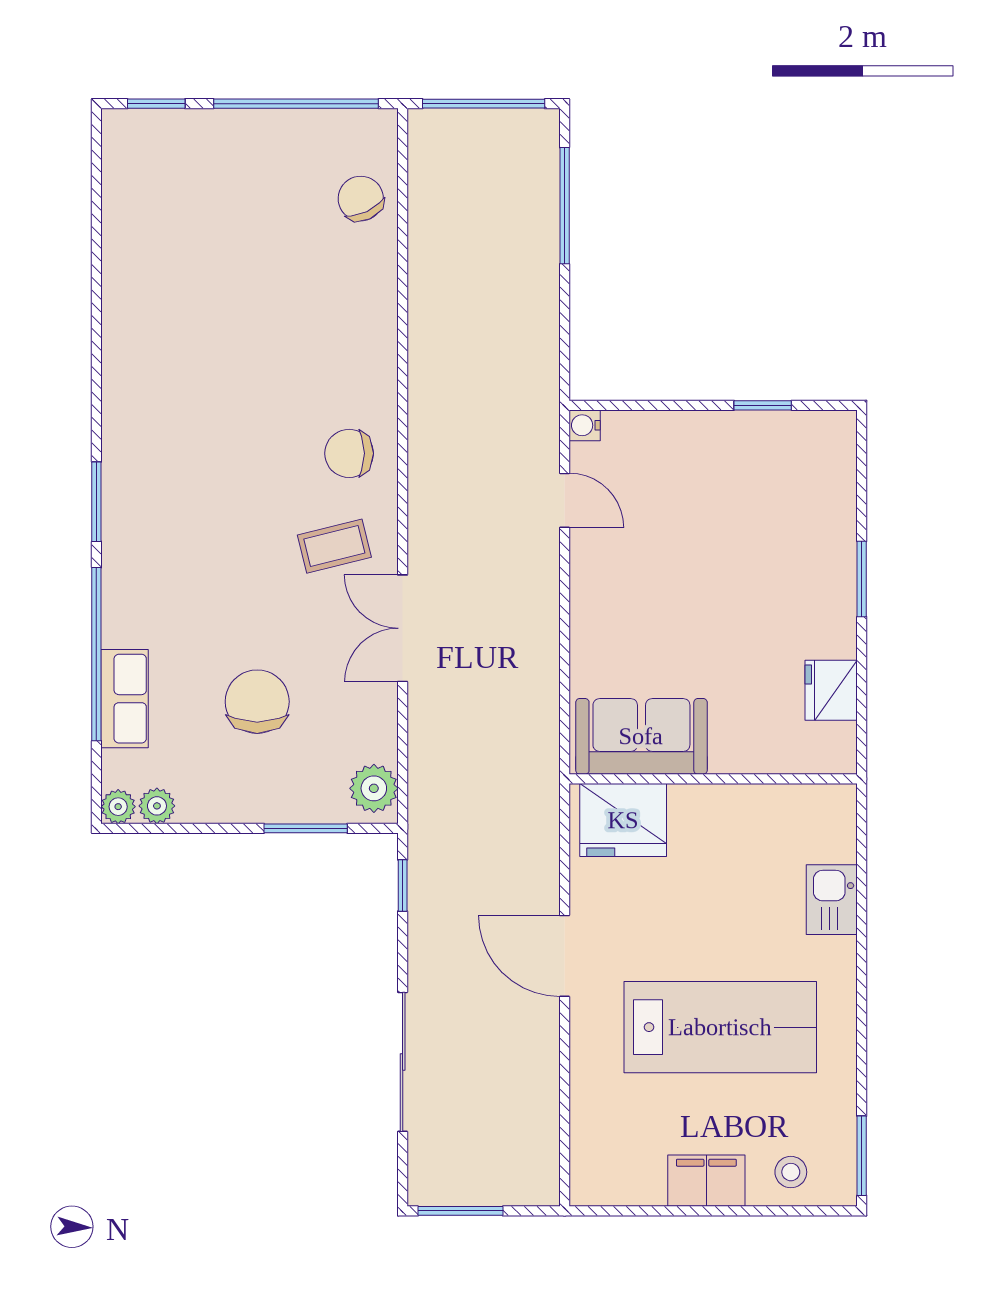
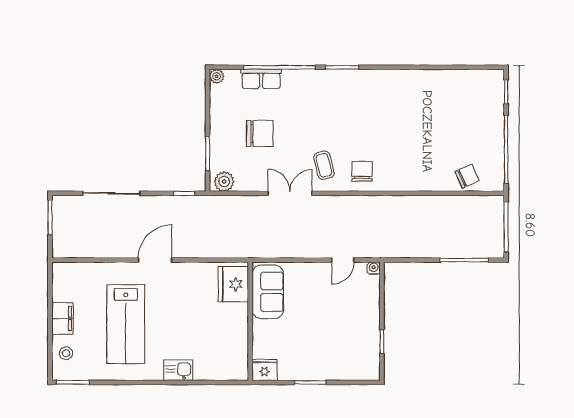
sofa: (641, 736) -> (268, 292), moved
wall: (713, 779) -> (250, 321), moved
plant: (157, 806) -> (217, 92), removed
fridge: (623, 820) -> (233, 284), moved

